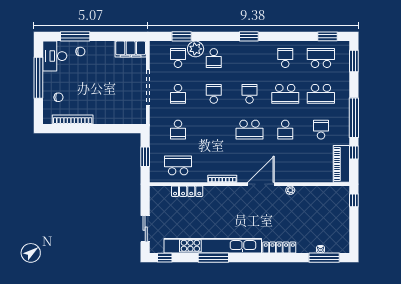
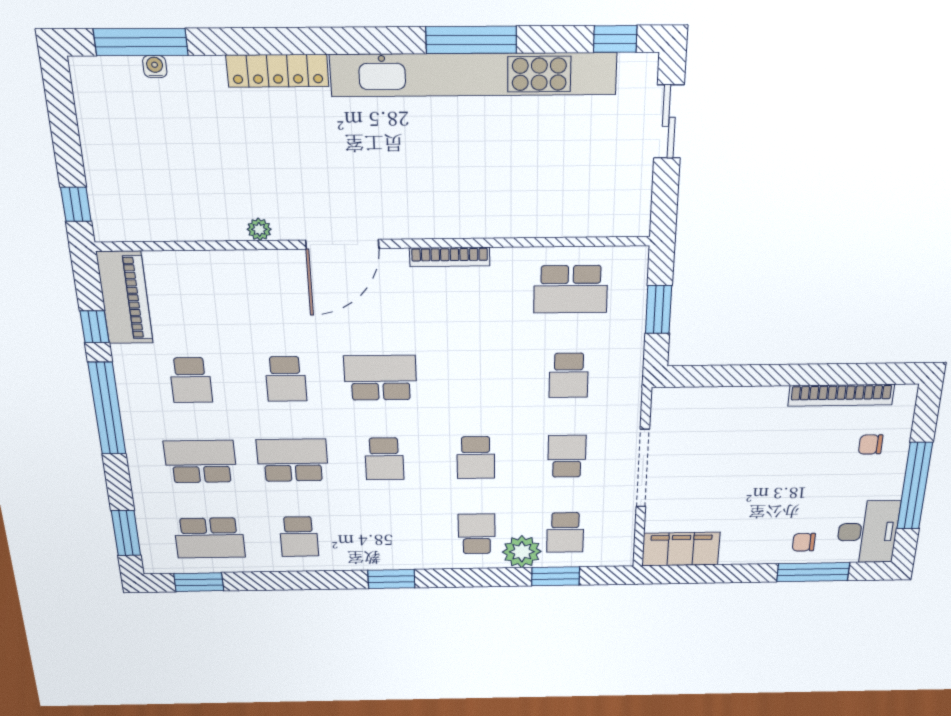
school desk: (178, 130) -> (569, 375), turned 180
school desk: (285, 130) -> (286, 379), turned 180
locker: (187, 191) -> (547, 224), removed

